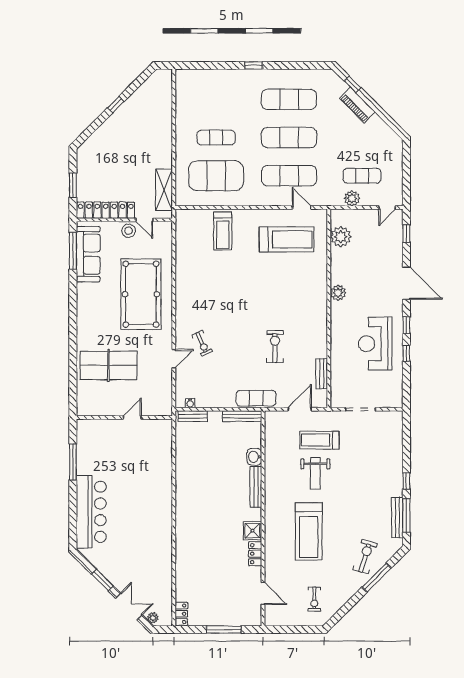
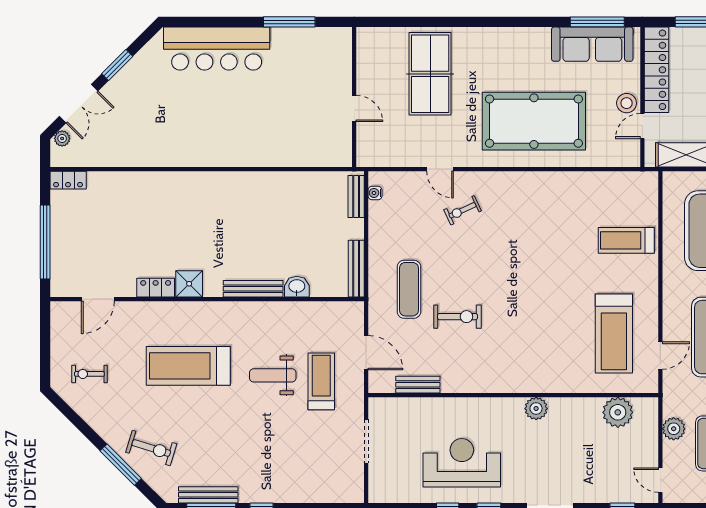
exercise mat: (256, 398) -> (409, 289), moved
window: (224, 630) -> (45, 242), width x1.46

